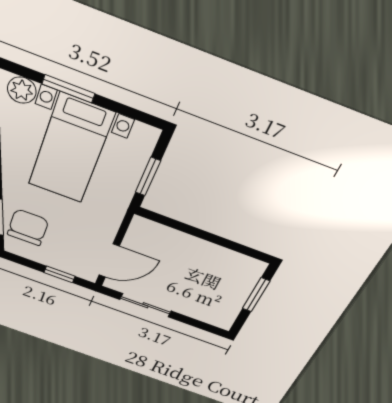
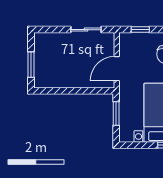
door: (109, 261) -> (117, 69), moved

